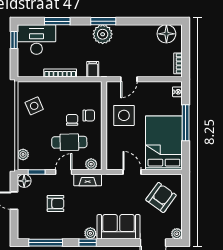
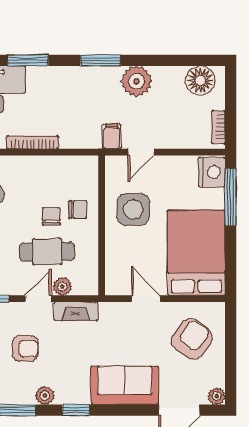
plant: (103, 34) -> (137, 81), moved
filing cabinet: (93, 69) -> (112, 136), moved
nightstand: (177, 92) -> (212, 172), width x1.89, depth x1.79
window: (186, 123) -> (231, 197), moved
plant: (91, 164) -> (62, 286), moved
plant: (90, 233) -> (45, 396), moved

